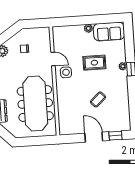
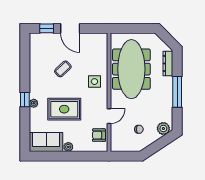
armchair: (61, 41) -> (99, 135), added
door: (53, 59) -> (109, 116), swing flipped
rug: (94, 63) -> (64, 109), width x1.36, depth x1.43
side table: (66, 72) -> (94, 82), moved

